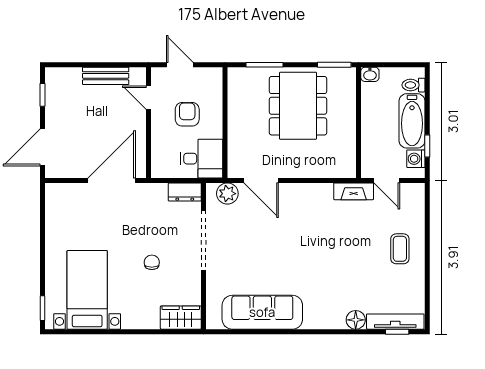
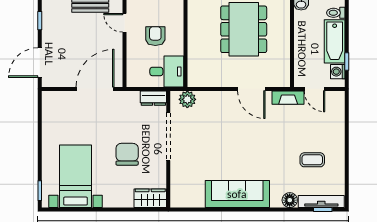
door: (261, 180) -> (251, 89), moved
coffee table: (400, 249) -> (312, 160), moved, turned 90
chair: (152, 262) -> (127, 154), width x1.87, depth x1.87
sofa: (262, 312) -> (237, 194), moved

